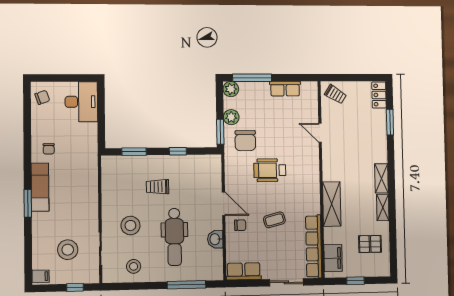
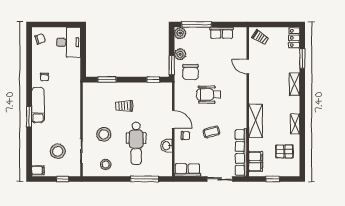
window: (178, 151) -> (153, 80), moved
shelving: (381, 178) -> (295, 84), moved

